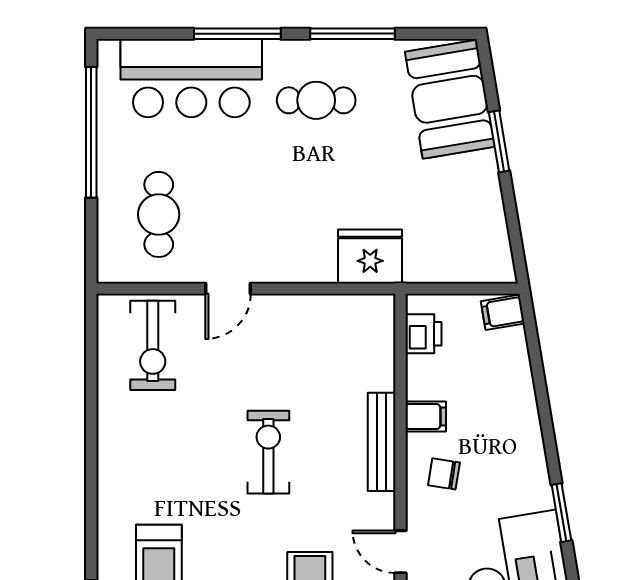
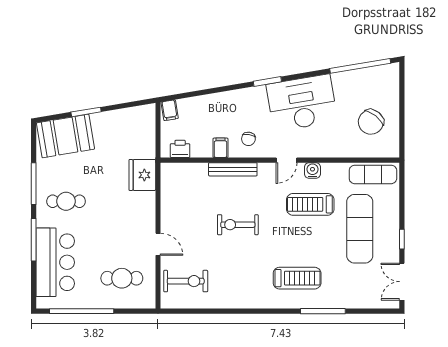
cafe table: (316, 100) -> (66, 201), turned 90

